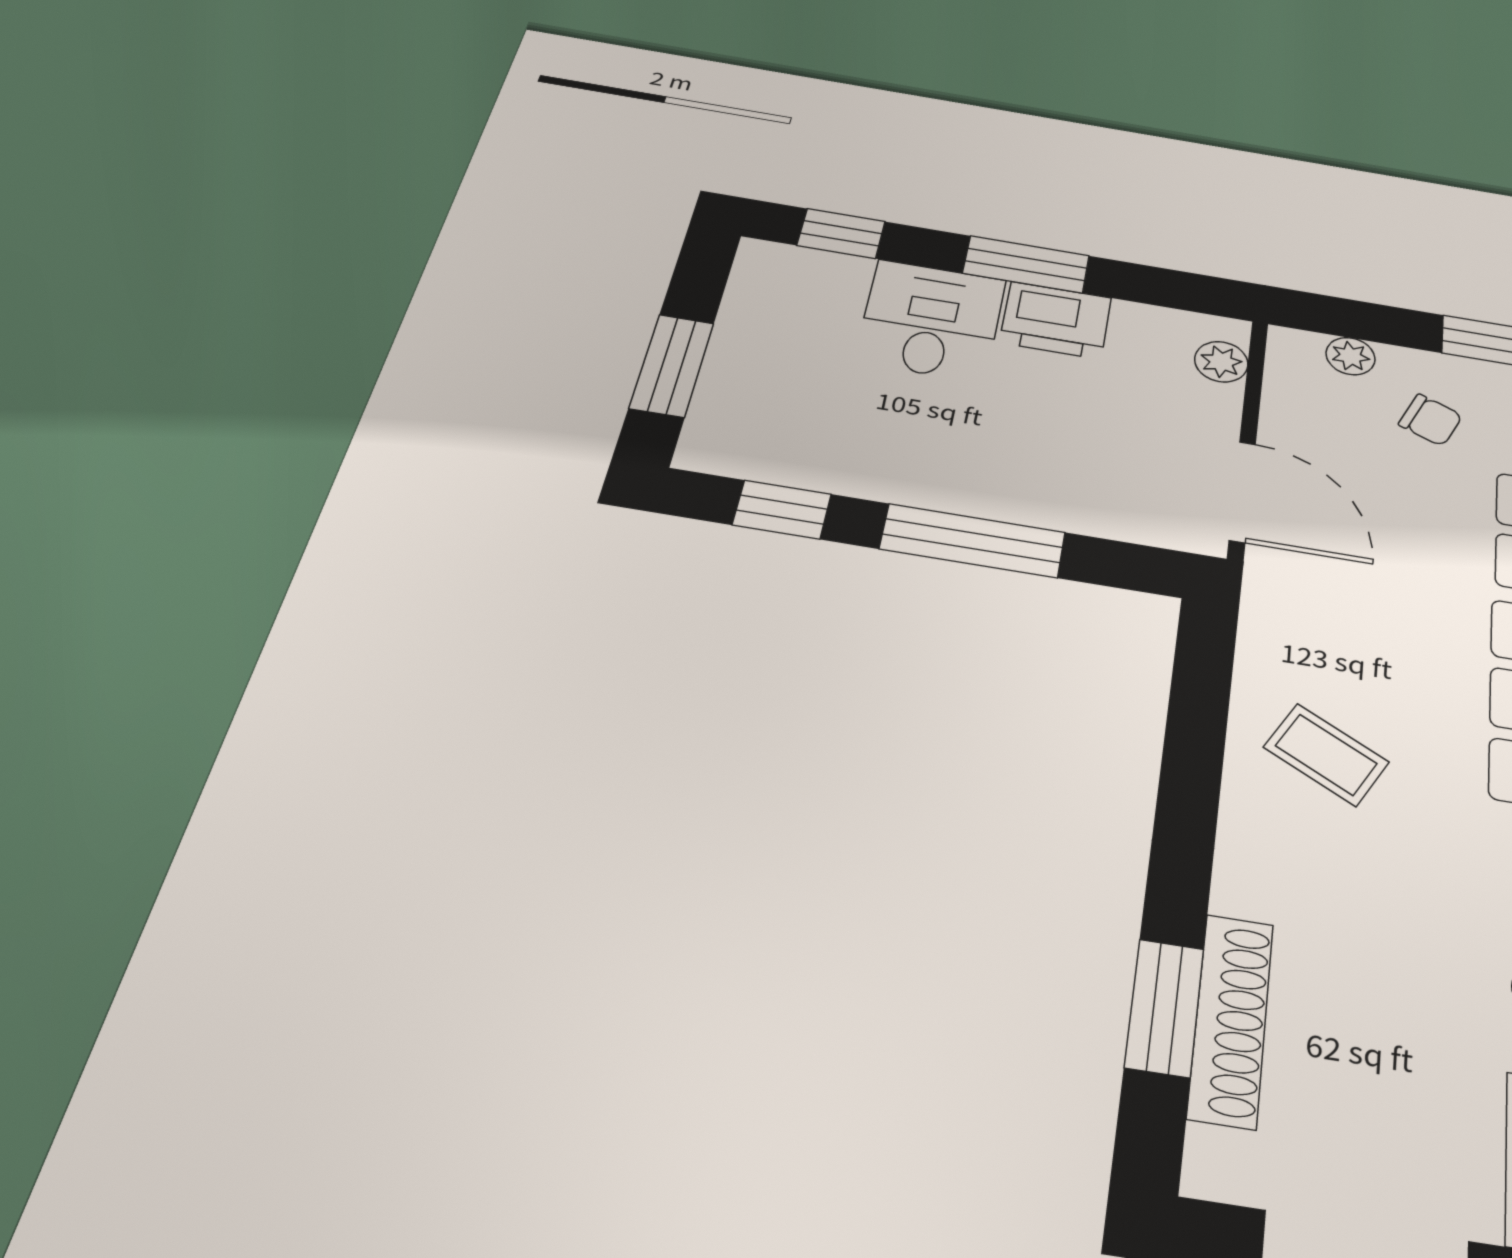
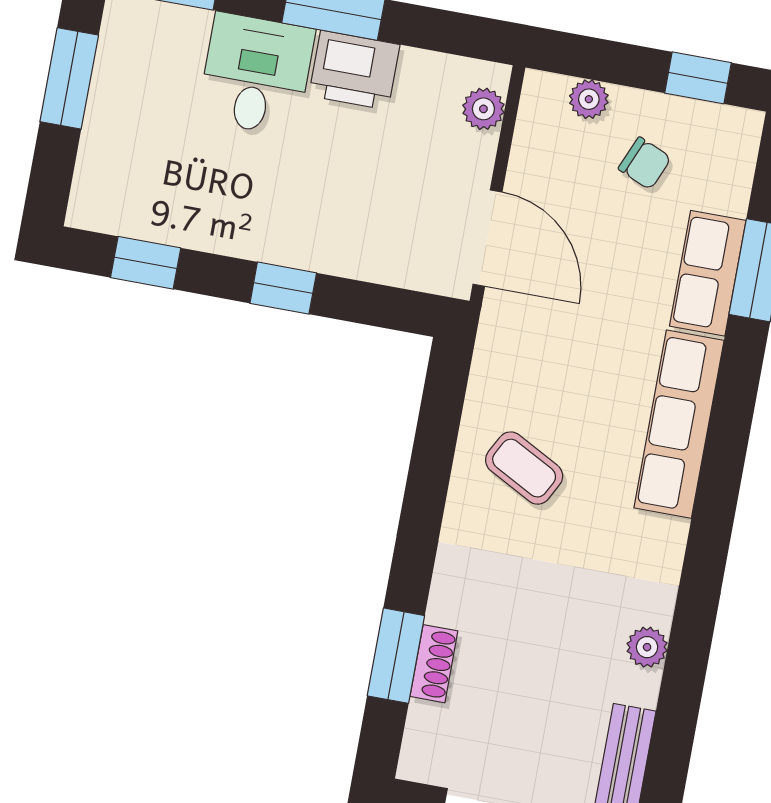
window: (672, 365) -> (69, 78), moved
window: (973, 541) -> (283, 288), width x0.46
shoe rack: (1231, 1020) -> (434, 664), width x0.51, depth x0.81

